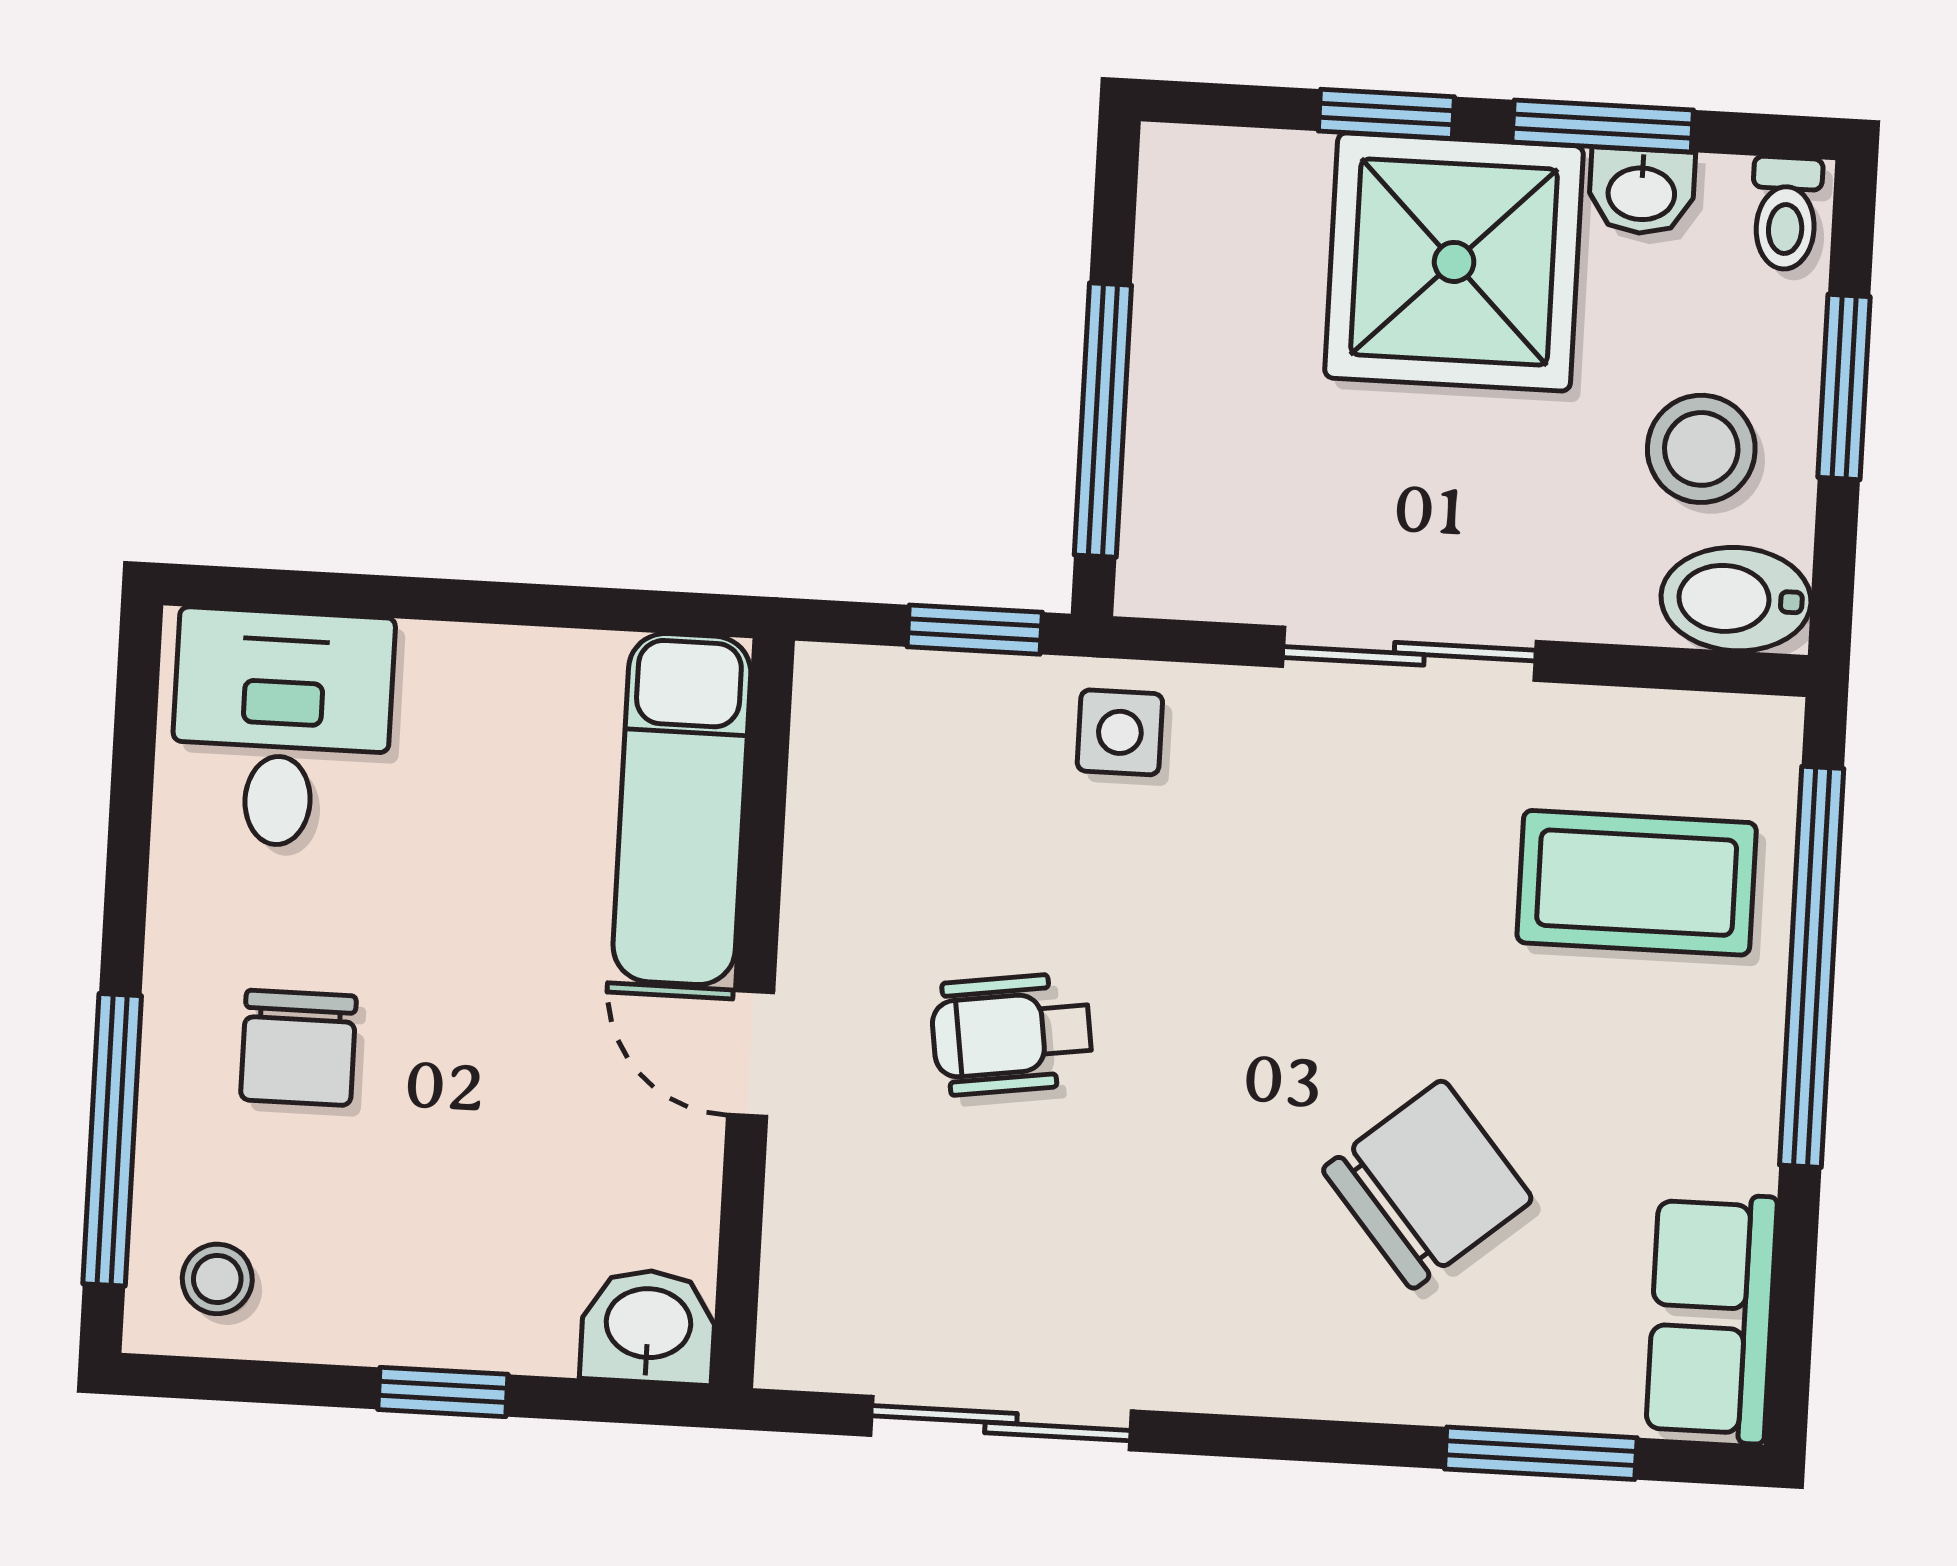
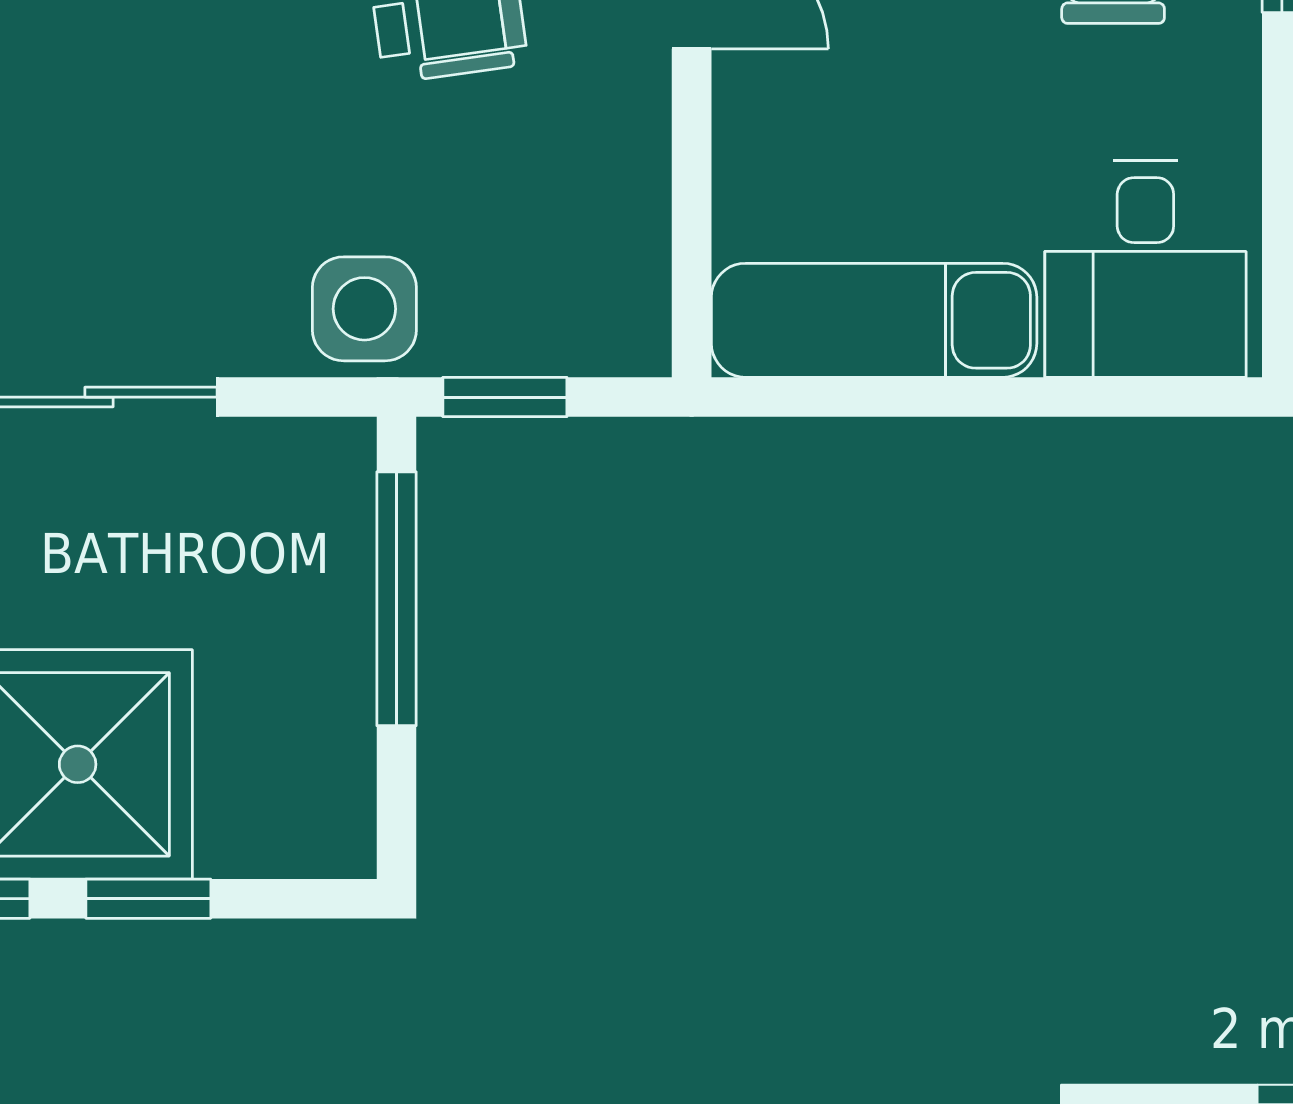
side table: (1120, 732) -> (364, 309), width x1.37, depth x1.37
exam couch: (682, 809) -> (874, 320), moved, turned -90

